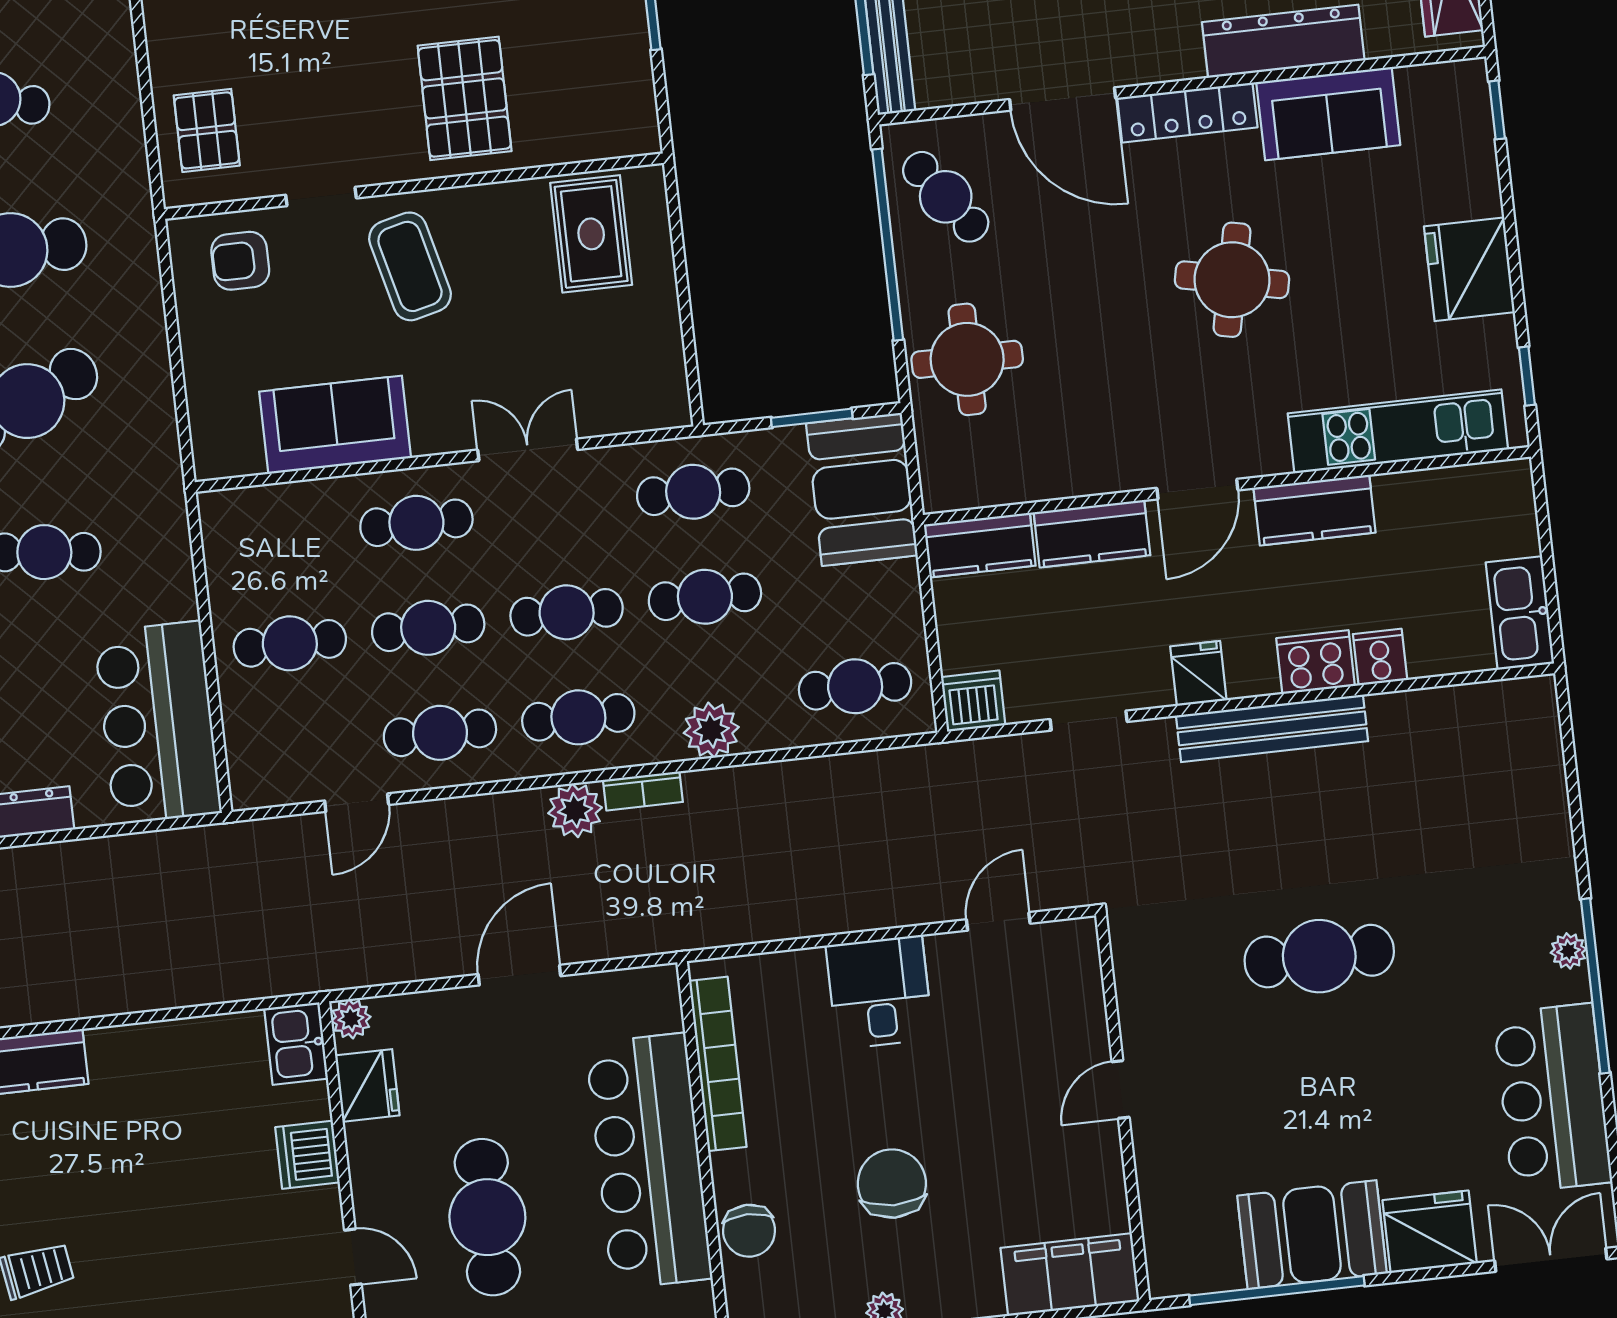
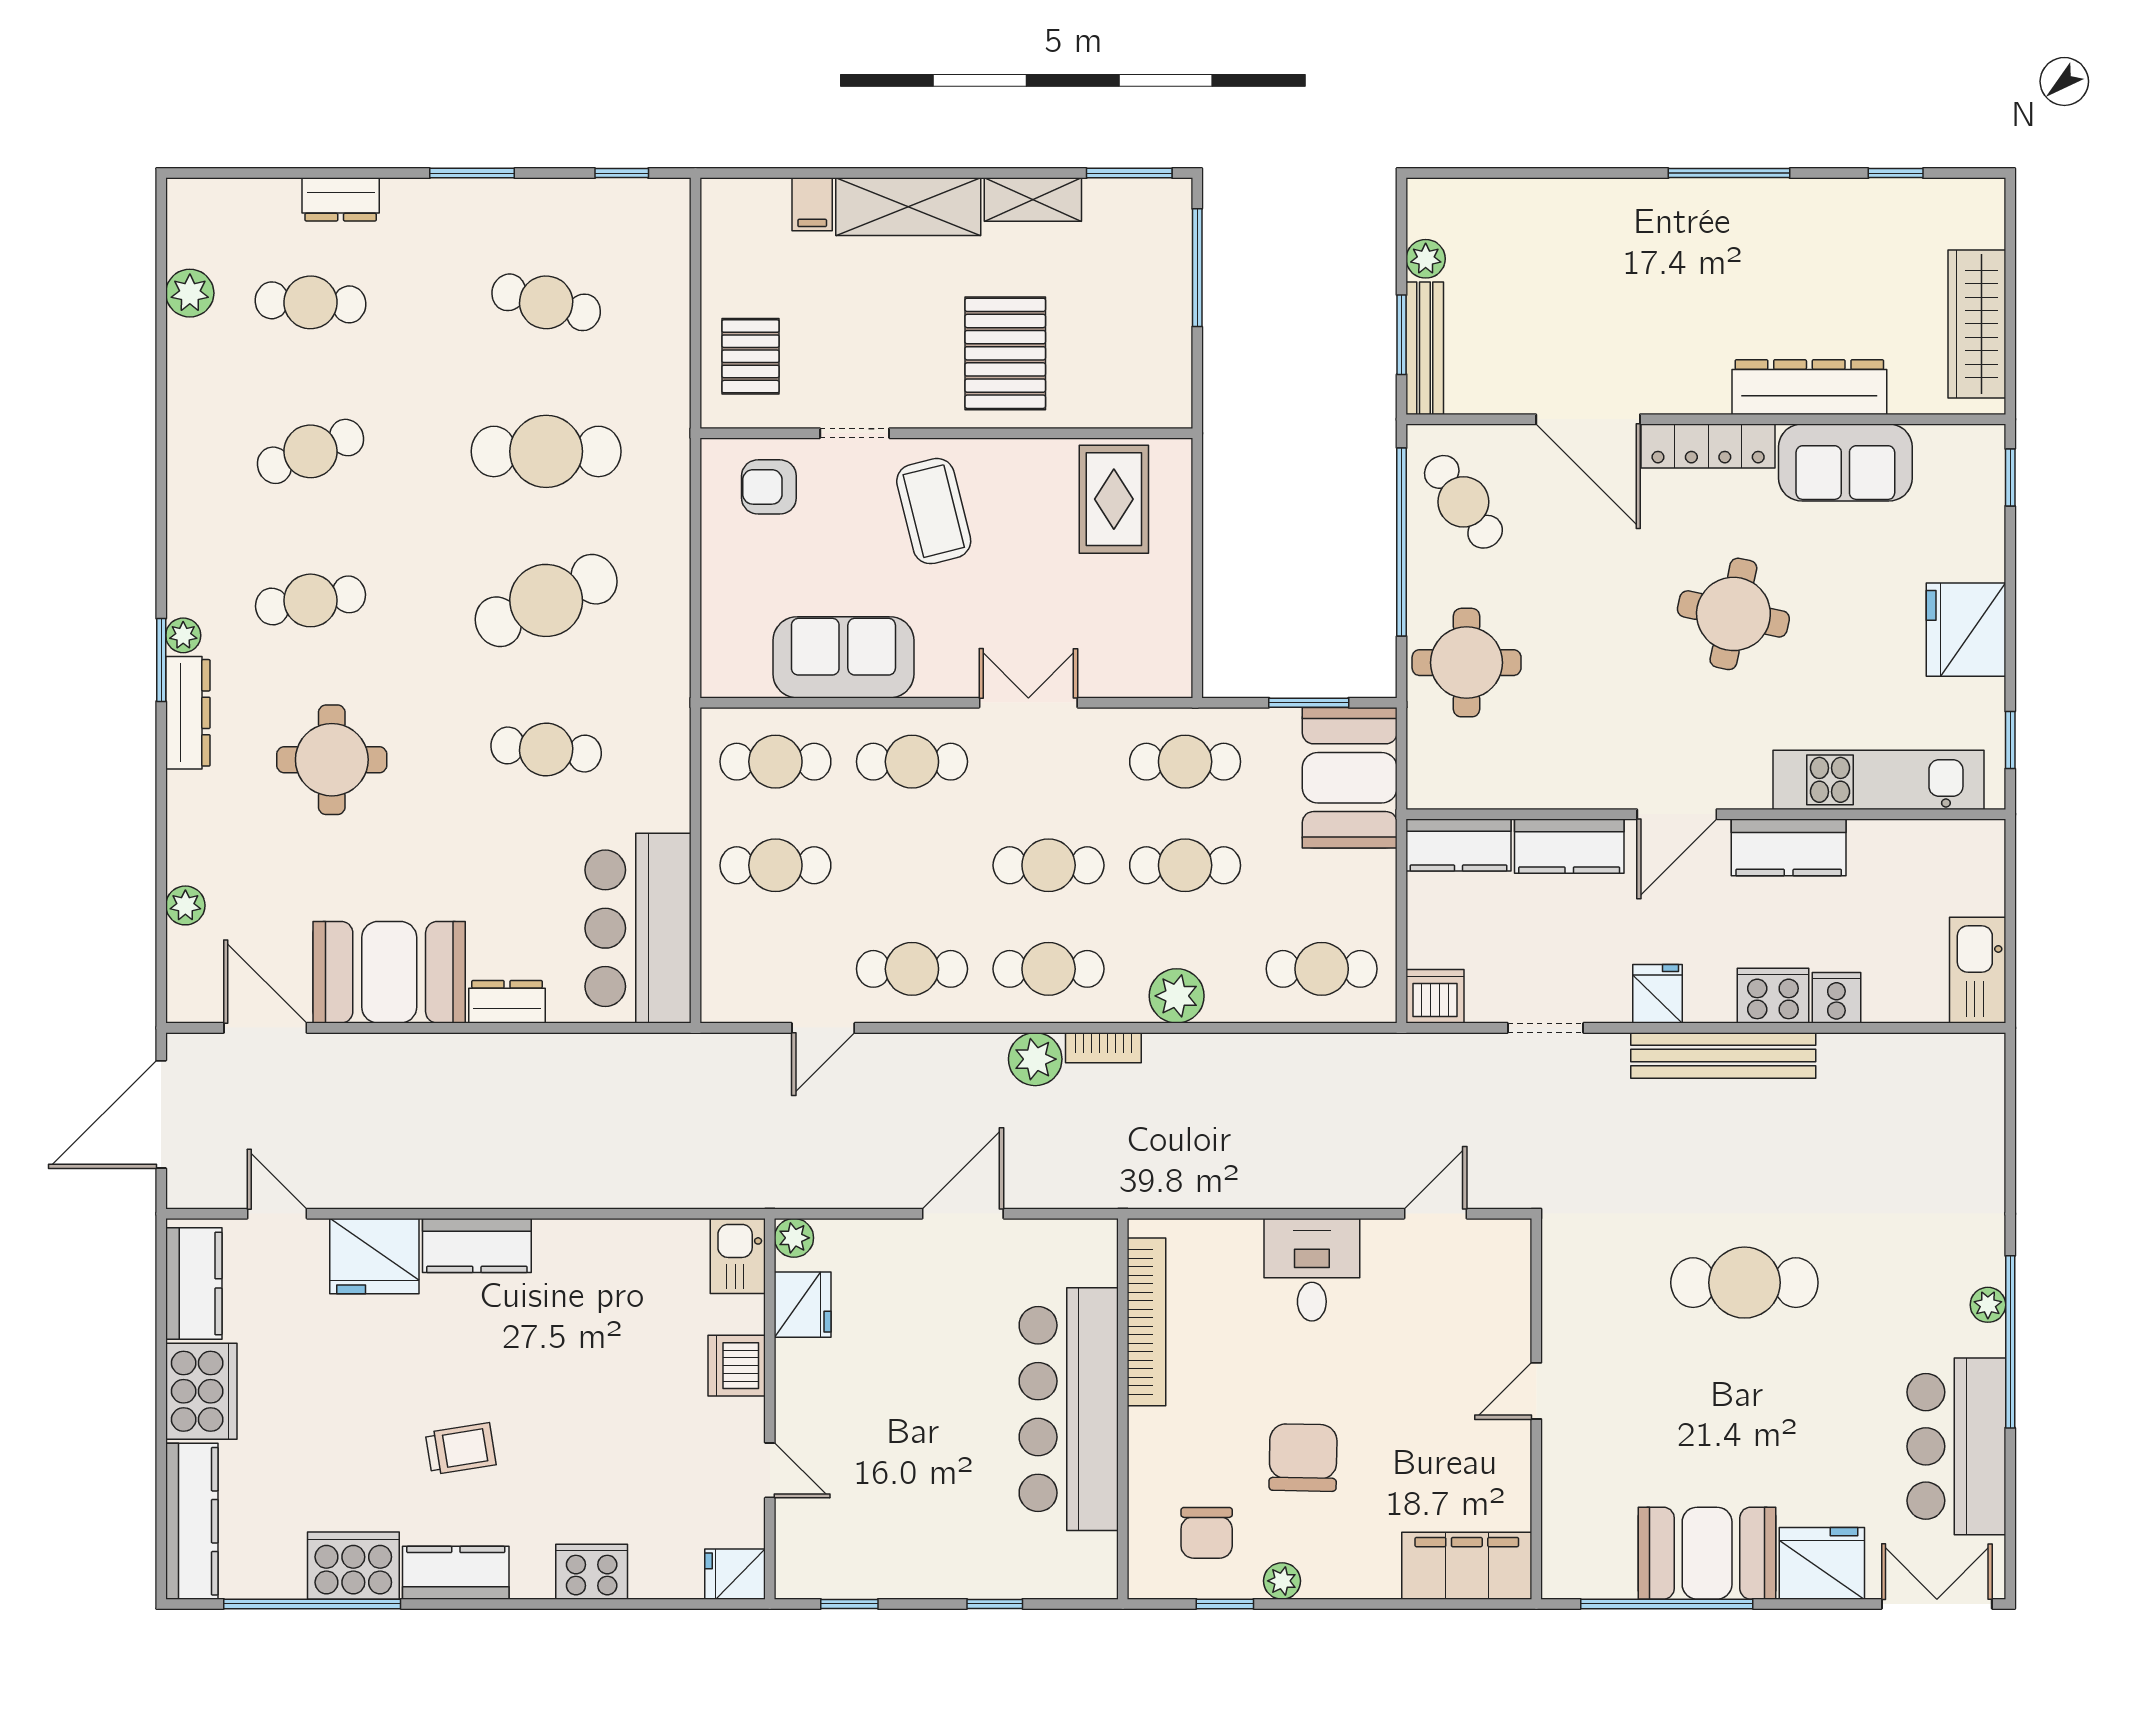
cafe table: (428, 628) -> (775, 762), moved
cafe table: (487, 1217) -> (905, 1446), removed
chair: (749, 1231) -> (1207, 1533), moved

